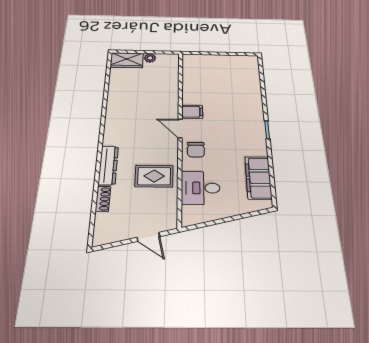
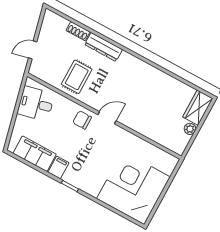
corner desk: (232, 78) -> (133, 188), added
filing cabinet: (192, 112) -> (58, 167), moved, turned 180
desk: (201, 188) -> (36, 104), moved, turned -103

